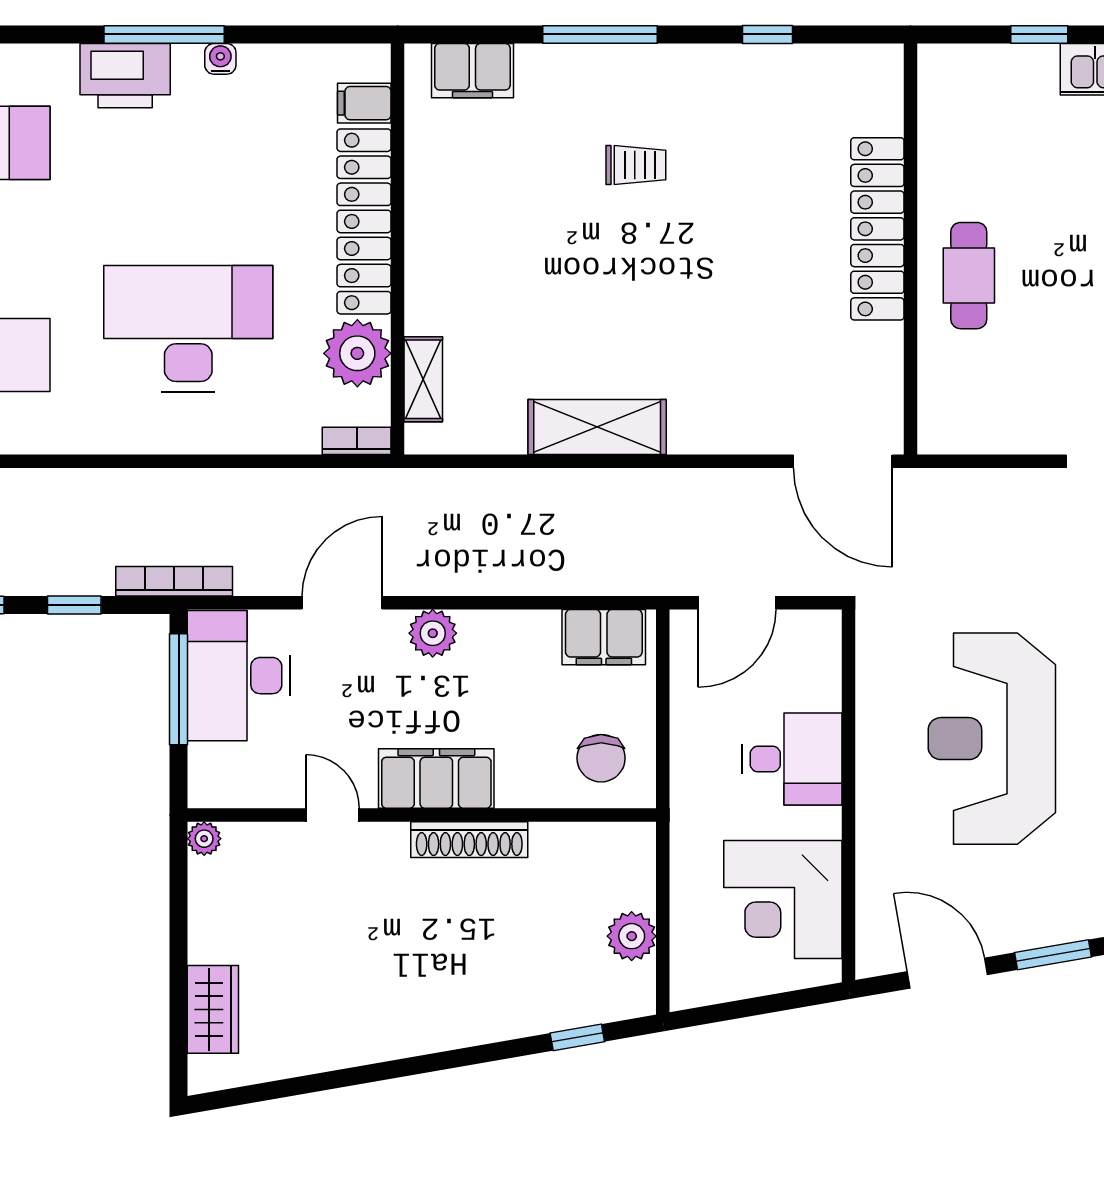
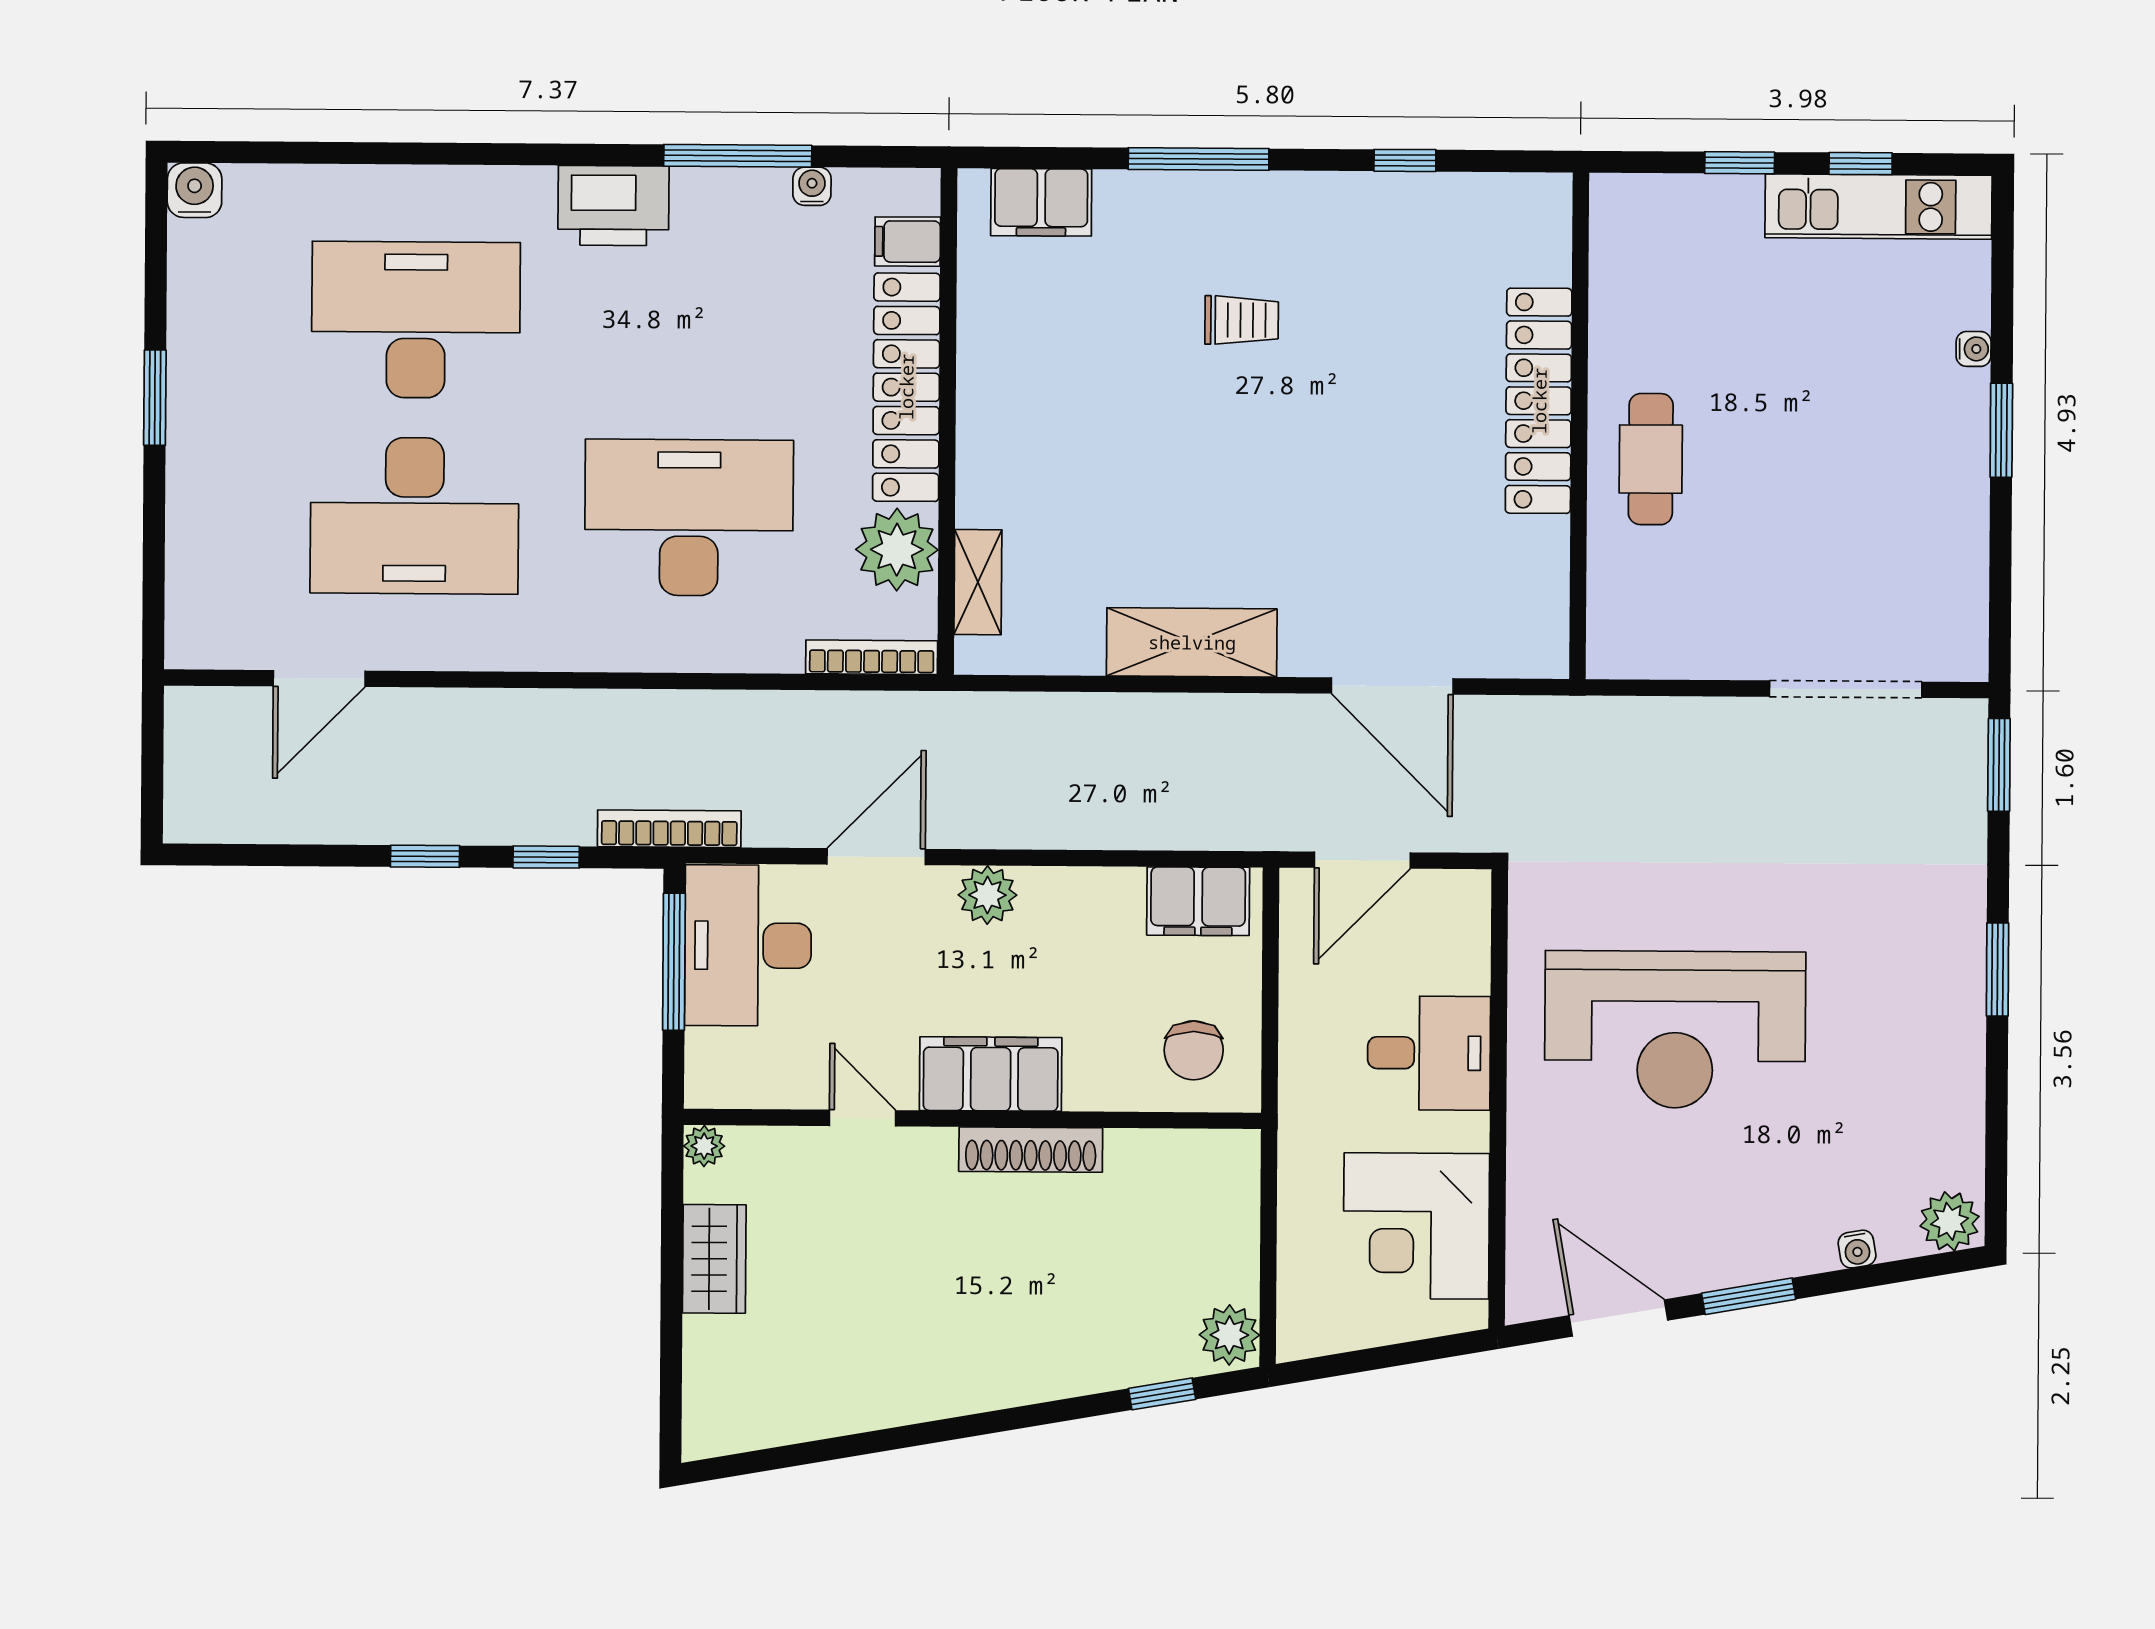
window: (164, 34) -> (738, 156), moved
water cooler: (220, 59) -> (812, 186), moved
bookcase: (357, 441) -> (872, 657), width x1.56
door: (843, 461) -> (1392, 686), moved
reception desk: (992, 739) -> (1675, 1030), turned -90
plant: (632, 936) -> (1229, 1335), moved
wardrobe: (213, 1009) -> (714, 1259), moved

